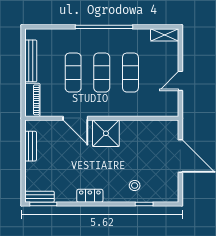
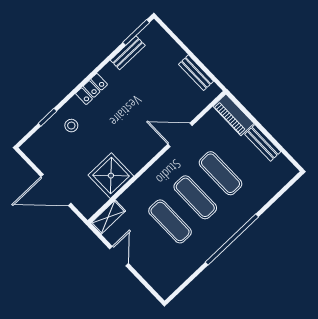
shelving: (165, 35) -> (108, 217), moved
bench: (31, 61) -> (263, 143), width x0.73
shower: (106, 133) -> (111, 176), moved
locker: (90, 196) -> (92, 89), moved
bench: (40, 197) -> (128, 53), moved

